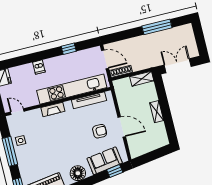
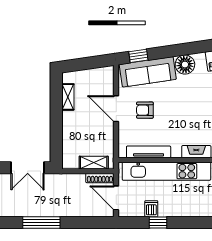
dishwasher: (39, 67) -> (151, 209), moved
shelving: (142, 79) -> (94, 163), moved
shelving: (157, 112) -> (68, 97), moved
sofa: (105, 161) -> (148, 72), width x1.36

